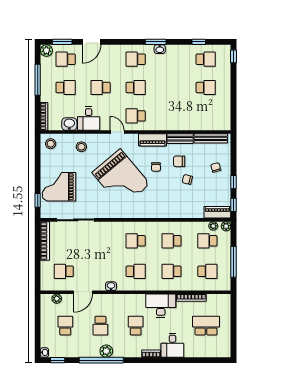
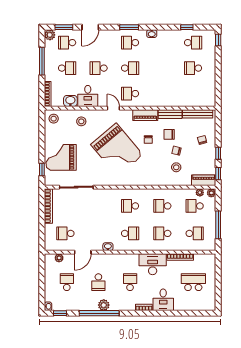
window: (156, 42) -> (129, 27), moved
school desk: (206, 88) -> (193, 68), turned 180
stool: (187, 198) -> (176, 167), added

